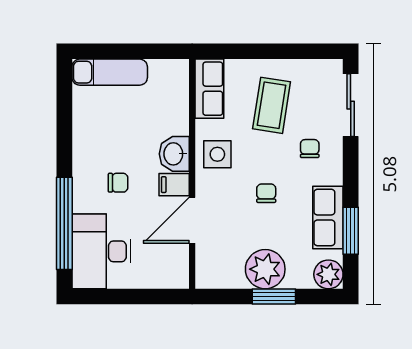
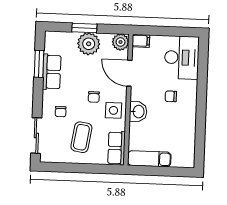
exam couch: (110, 72) -> (149, 159), moved
filing cabinet: (174, 185) -> (141, 41), moved
chair: (266, 193) -> (94, 97), moved
door: (192, 220) -> (129, 73), swing flipped
window: (64, 223) -> (202, 74), removed
plant: (328, 274) -> (120, 42), moved

